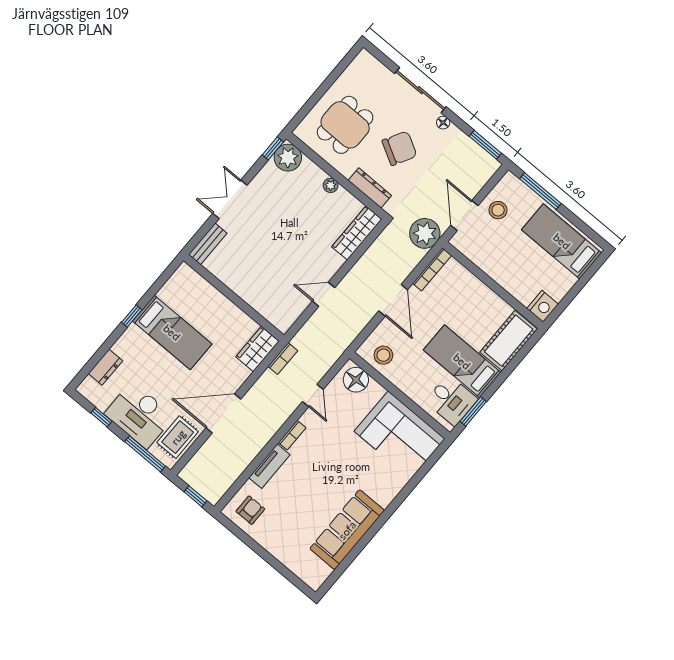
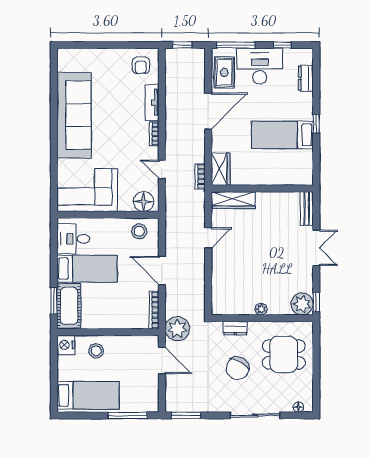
floor lamp: (443, 123) -> (298, 407), moved
dining table: (345, 125) -> (284, 354), turned 90
dresser: (370, 188) -> (235, 328), width x0.70
stool: (498, 210) -> (96, 351), moved
wardrobe: (357, 233) -> (233, 200), moved, turned 90
window: (473, 411) -> (54, 301), moved
sofa: (347, 530) -> (74, 115), width x1.36, depth x1.27

